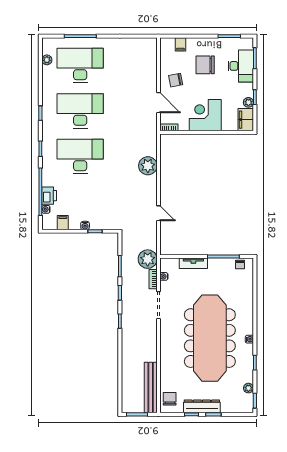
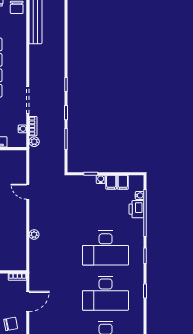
door: (158, 103) -> (28, 301), swing flipped
plant: (148, 166) -> (34, 235), width x0.53, depth x0.53
filing cabinet: (74, 223) -> (111, 182), added
plant: (148, 259) -> (34, 142), width x0.53, depth x0.53

